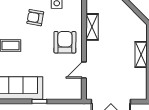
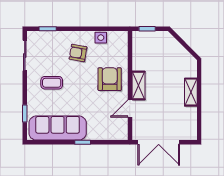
shelving: (92, 27) -> (138, 85), moved

